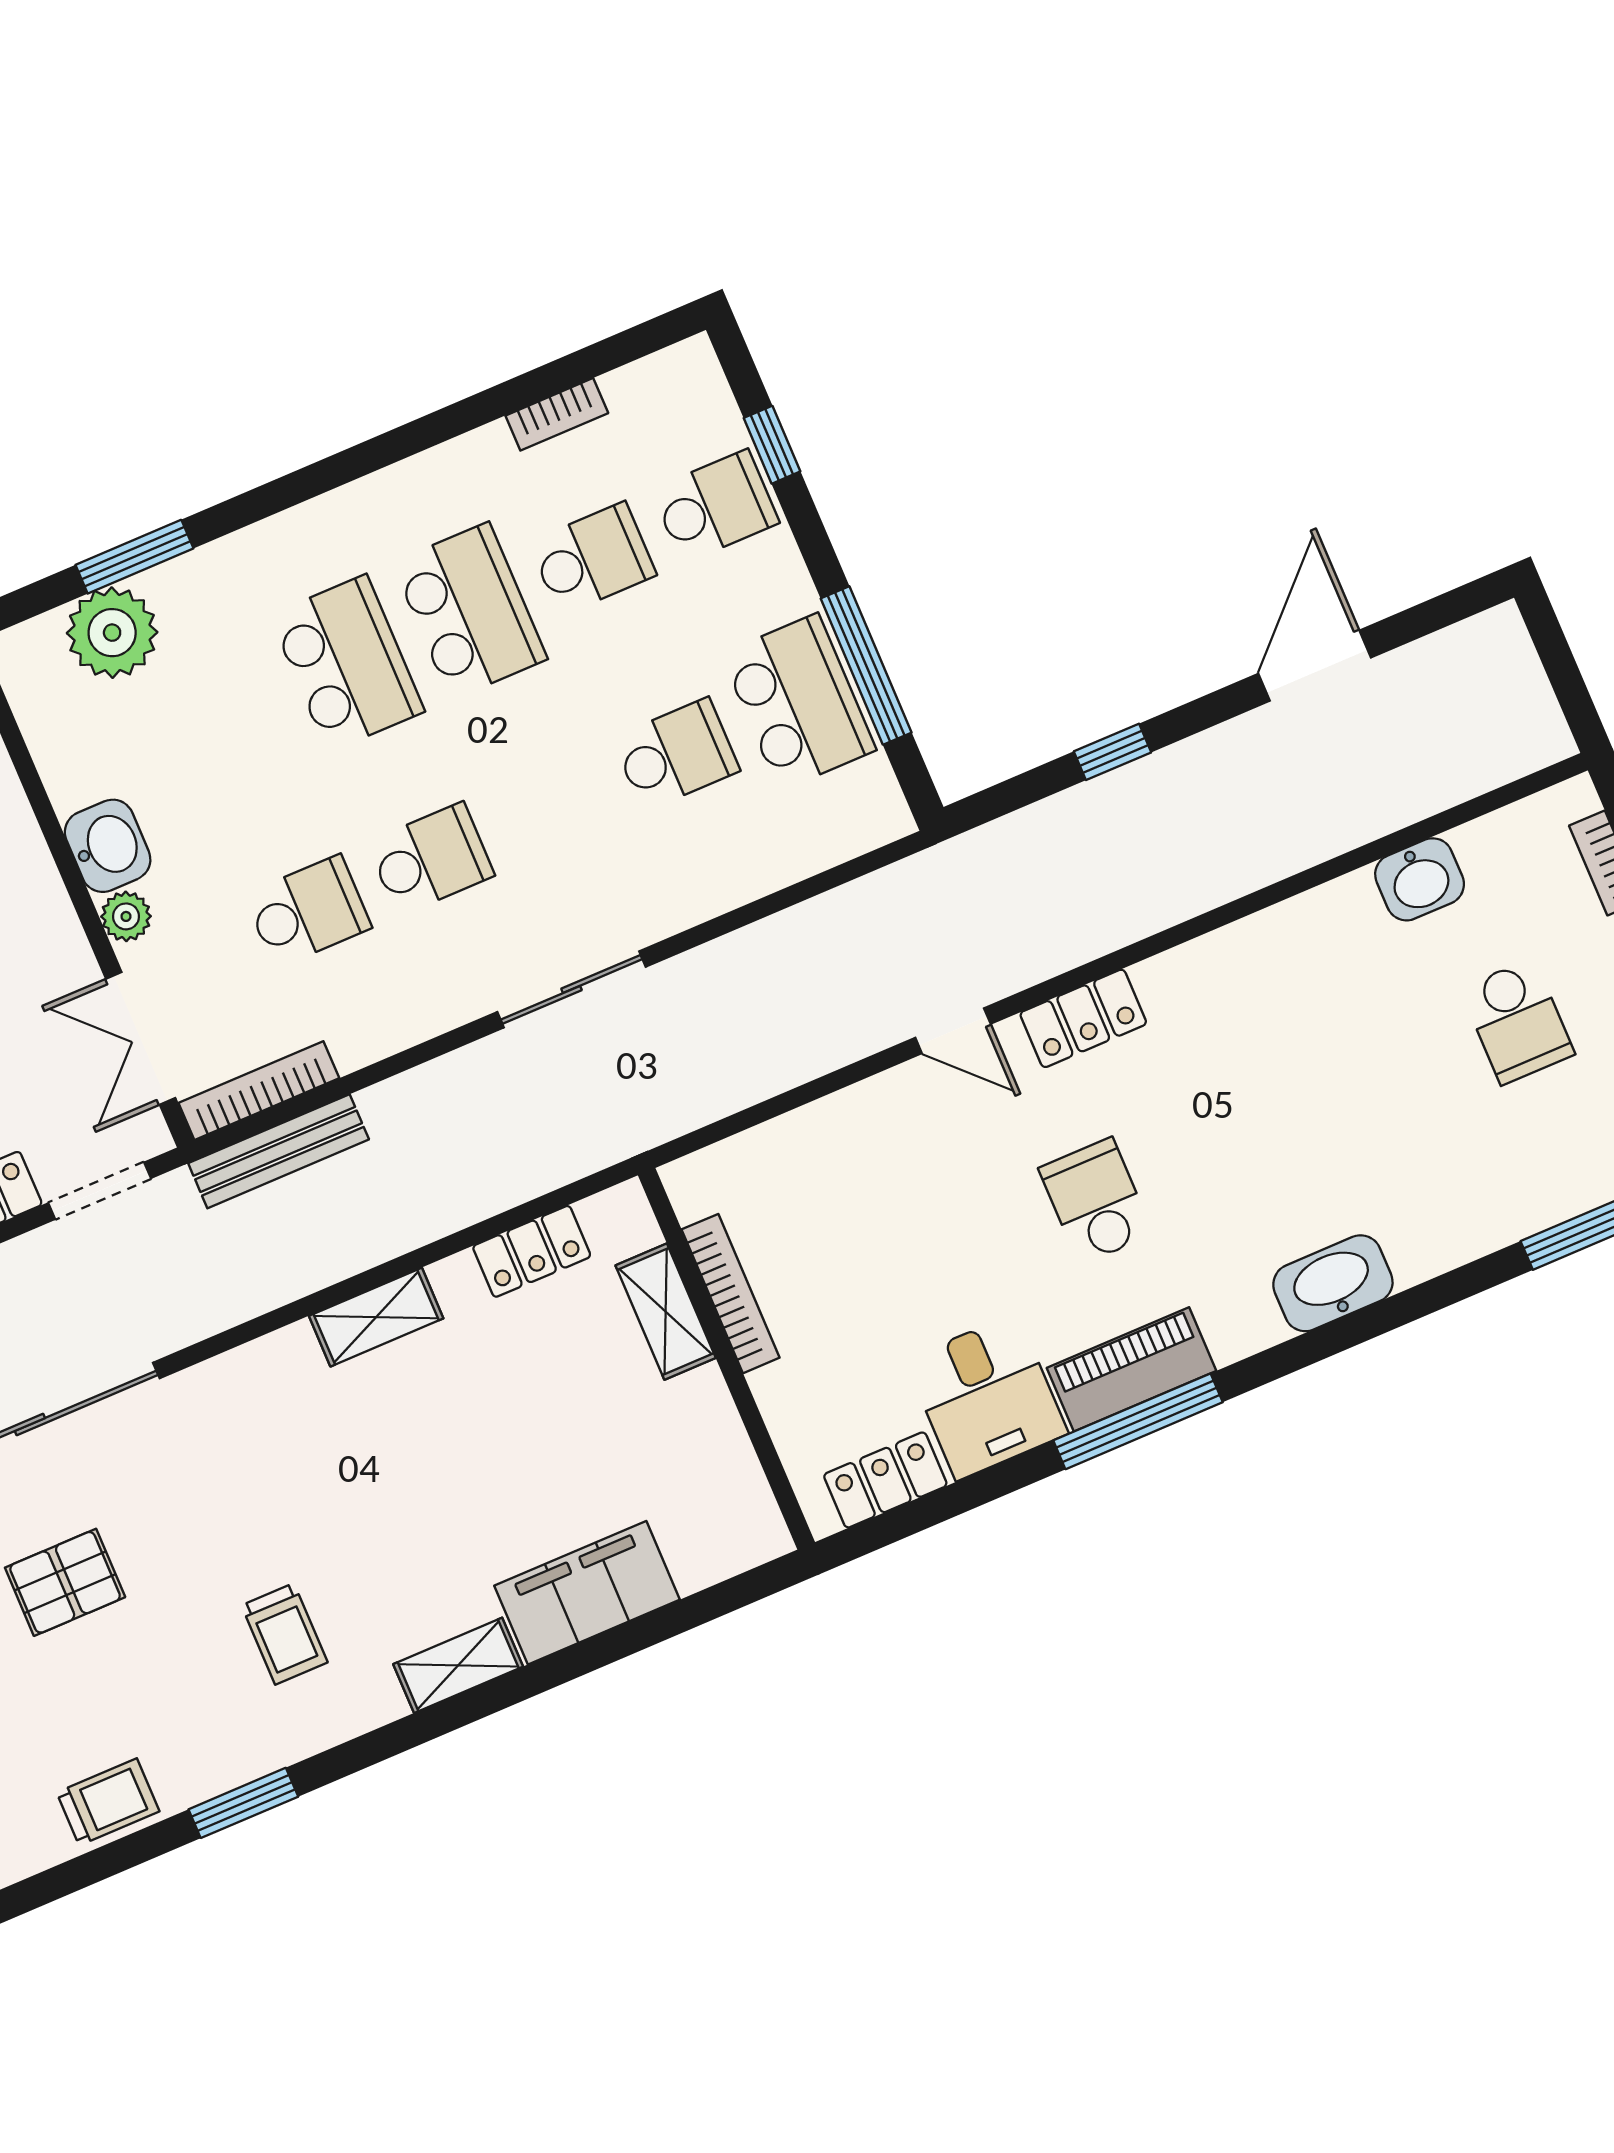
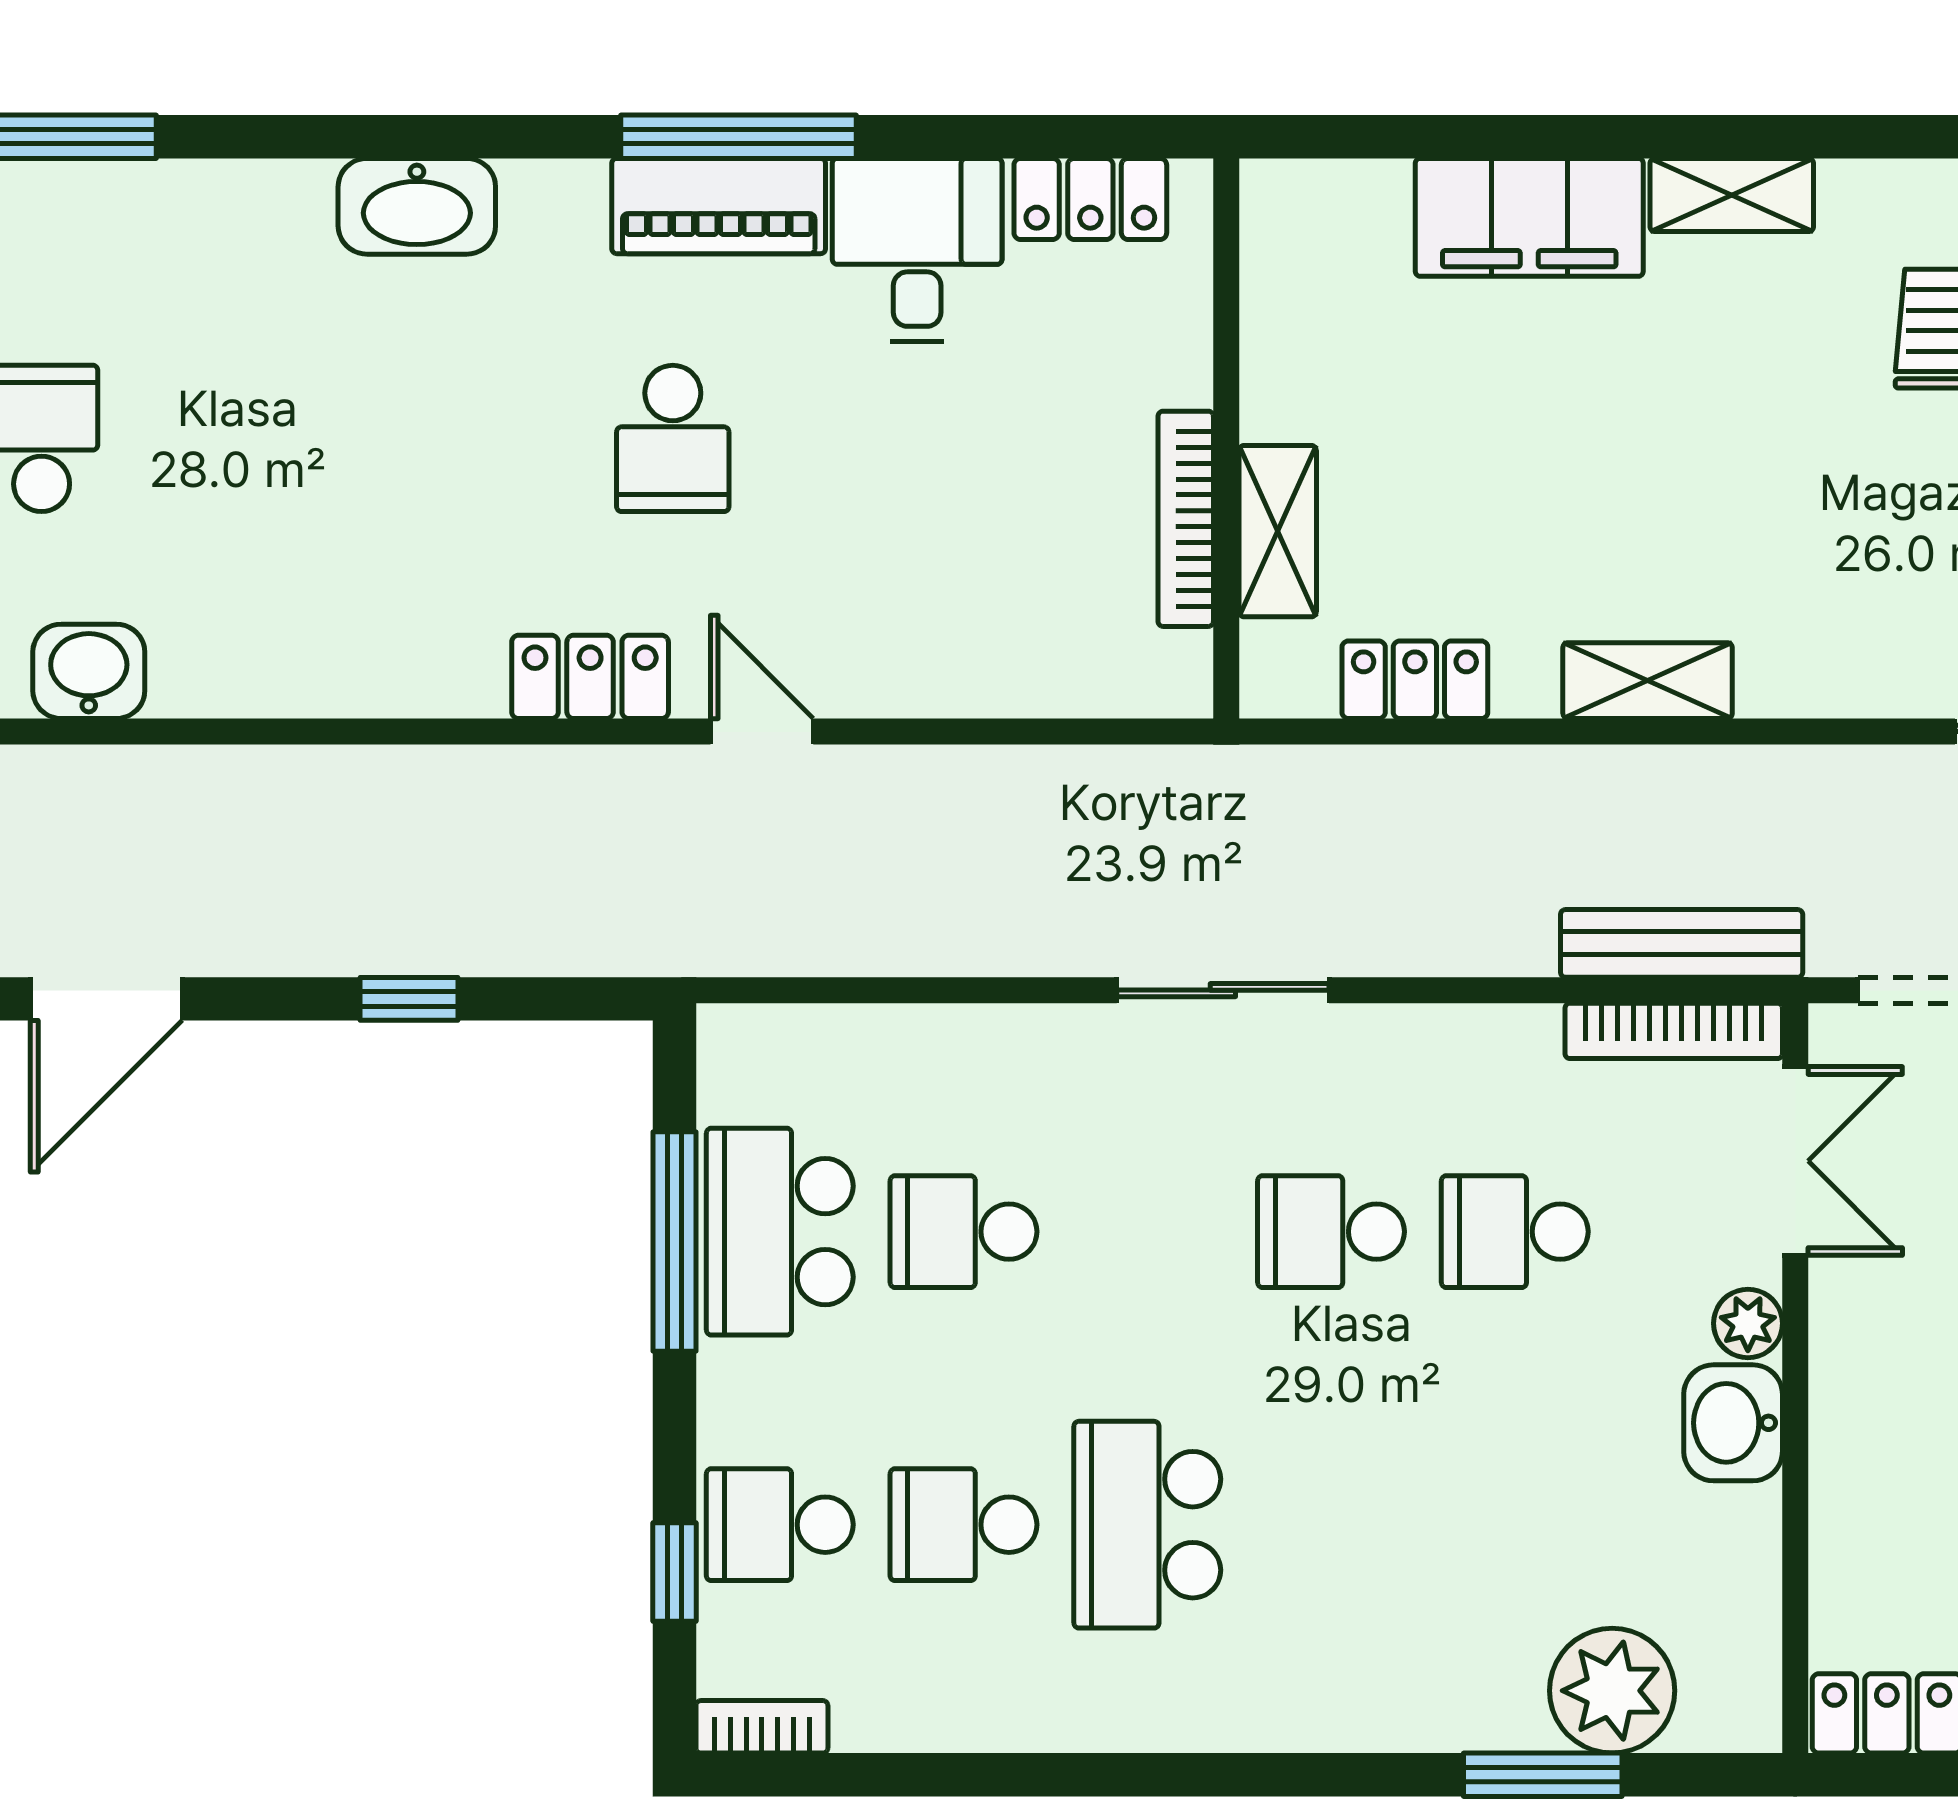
bookcase: (557, 414) -> (762, 1727), moved
school desk: (347, 663) -> (1331, 1525), removed

